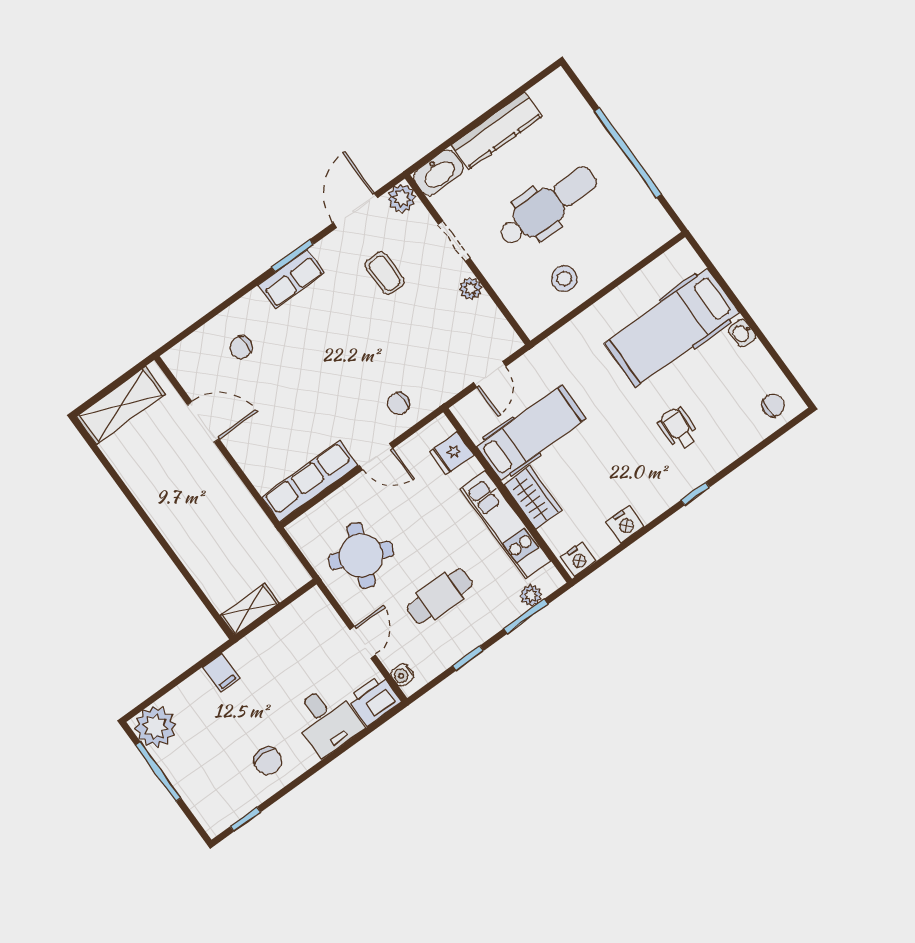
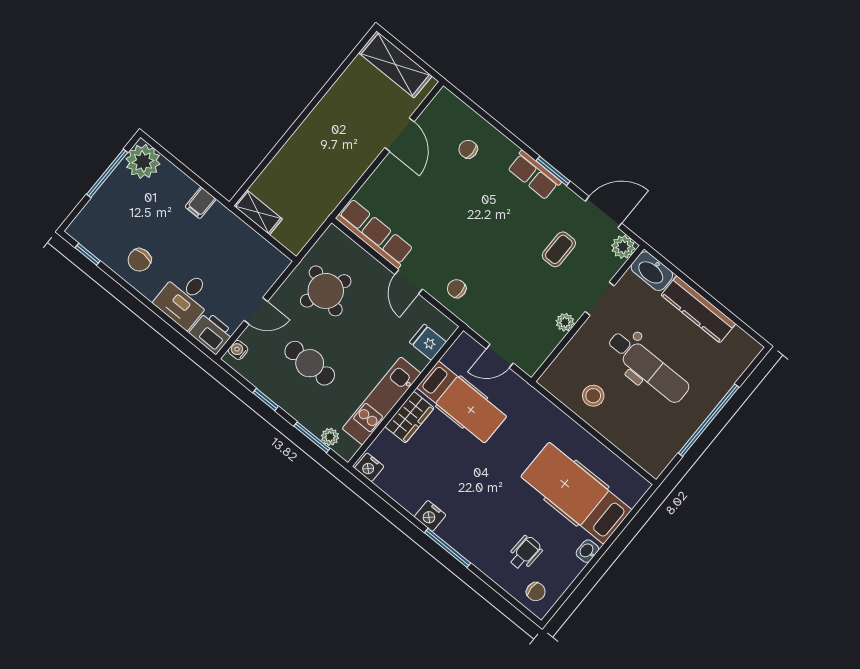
wheelchair: (678, 428) -> (525, 553), moved
window: (695, 494) -> (448, 548), width x2.17
nightstand: (625, 524) -> (430, 516), moved

